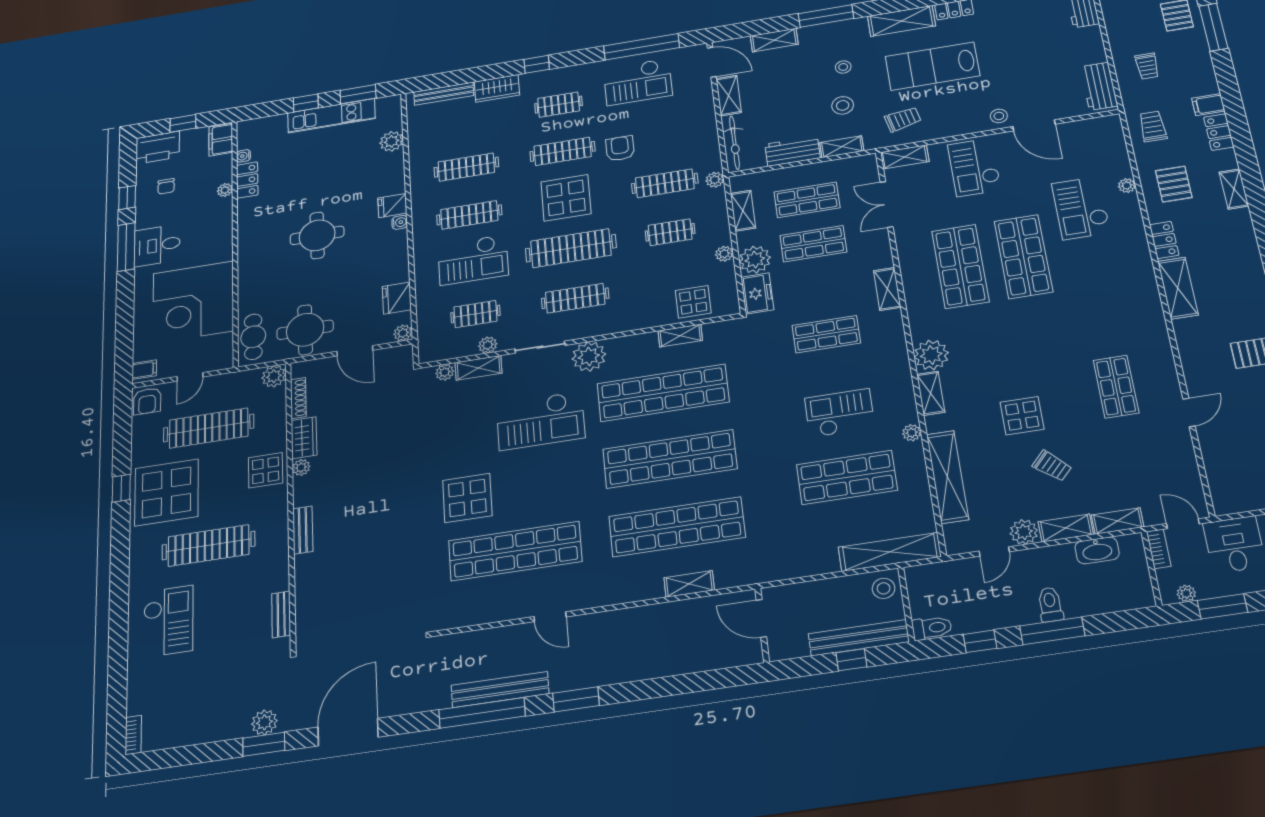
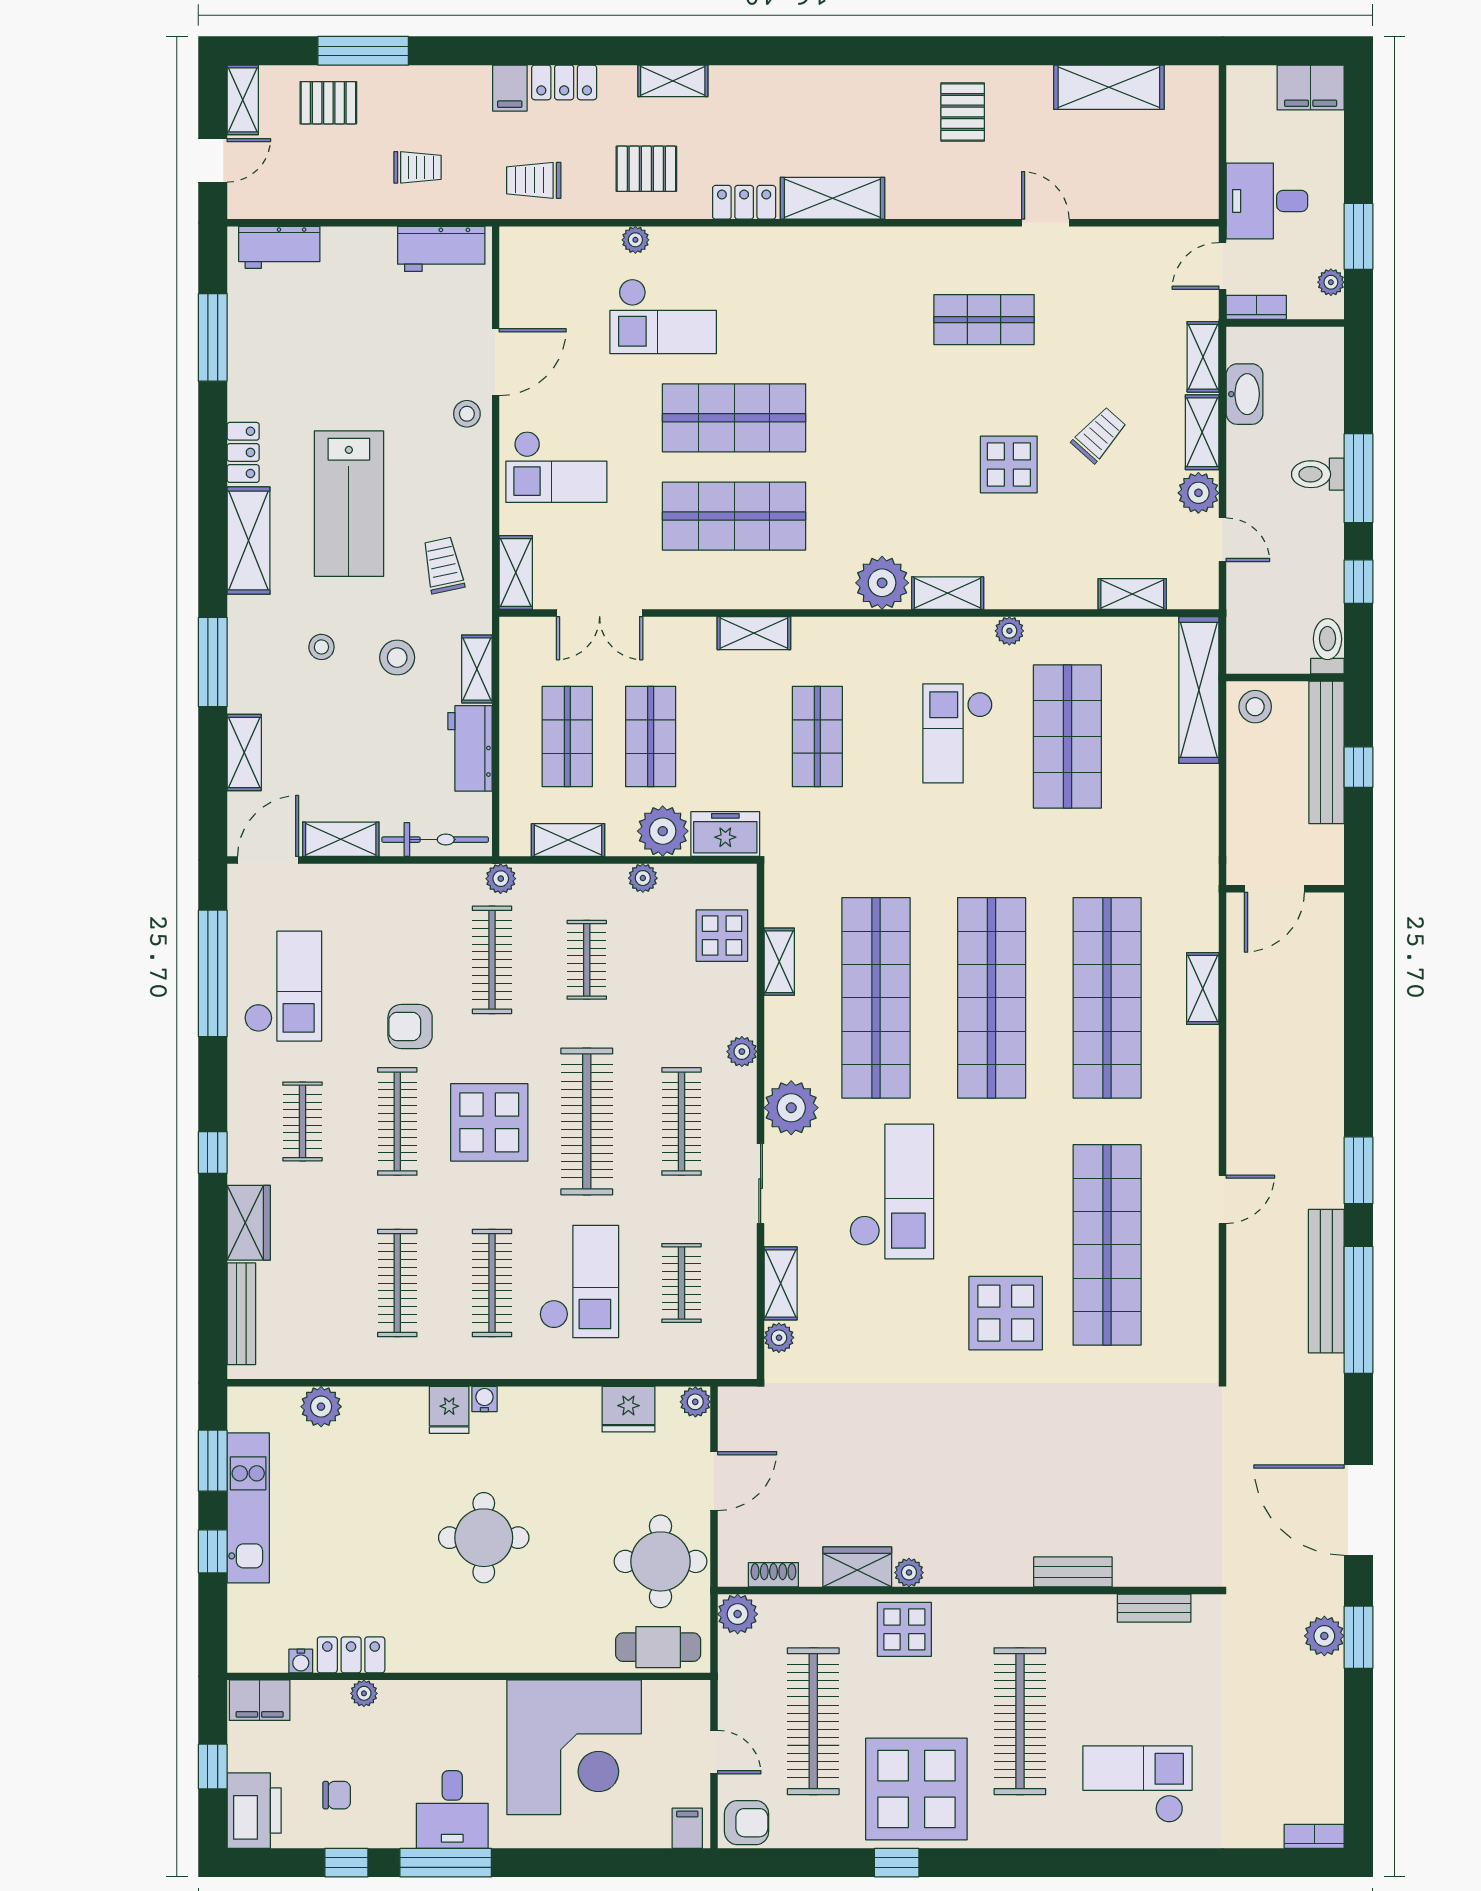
plant: (488, 345) -> (742, 1052), moved
shoe rack: (298, 398) -> (773, 1575), width x0.70
shelving: (947, 477) -> (1132, 594), width x0.45, depth x0.75
bench: (303, 530) -> (1073, 1572), moved

